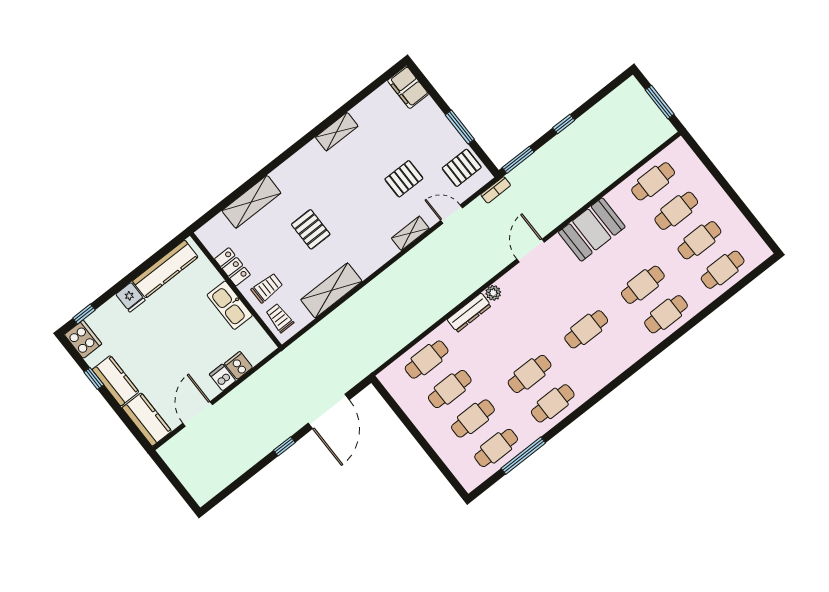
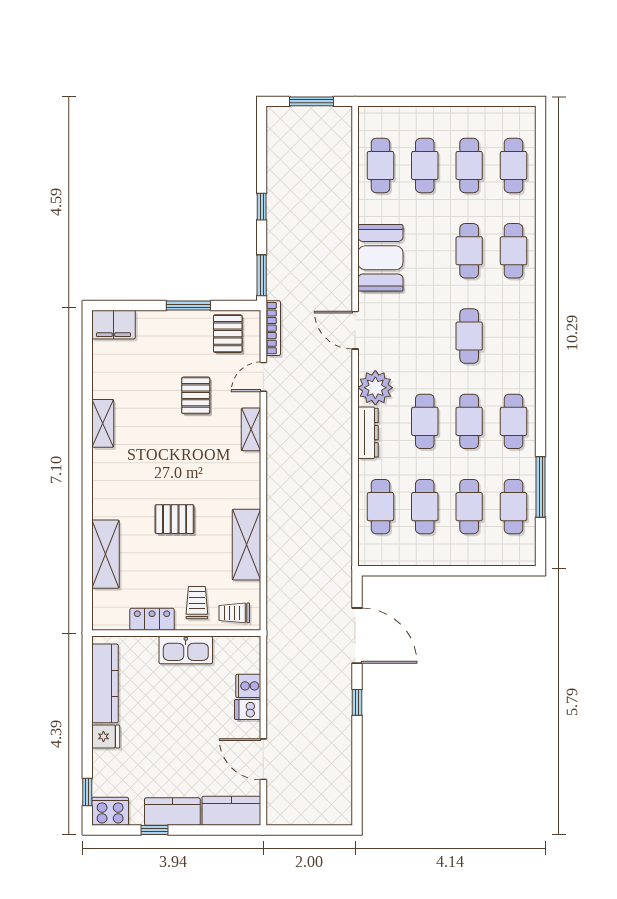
bookcase: (496, 190) -> (273, 328), width x1.56
plant: (493, 293) -> (375, 388), width x1.88, depth x1.88
cafe table: (506, 344) -> (425, 421), added

